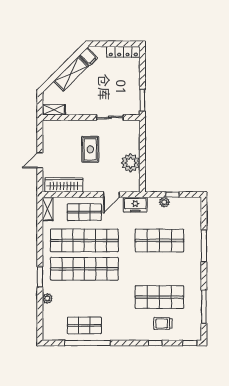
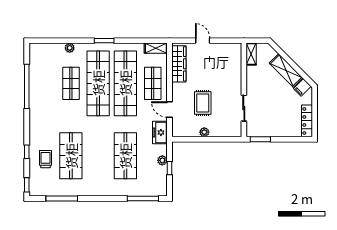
rug: (90, 149) -> (203, 103), moved, turned 90
plant: (131, 163) -> (204, 132), width x0.53, depth x0.53
window: (204, 246) -> (143, 199), moved
window: (40, 277) -> (104, 41), moved
shop shelf: (84, 325) -> (71, 83), moved

